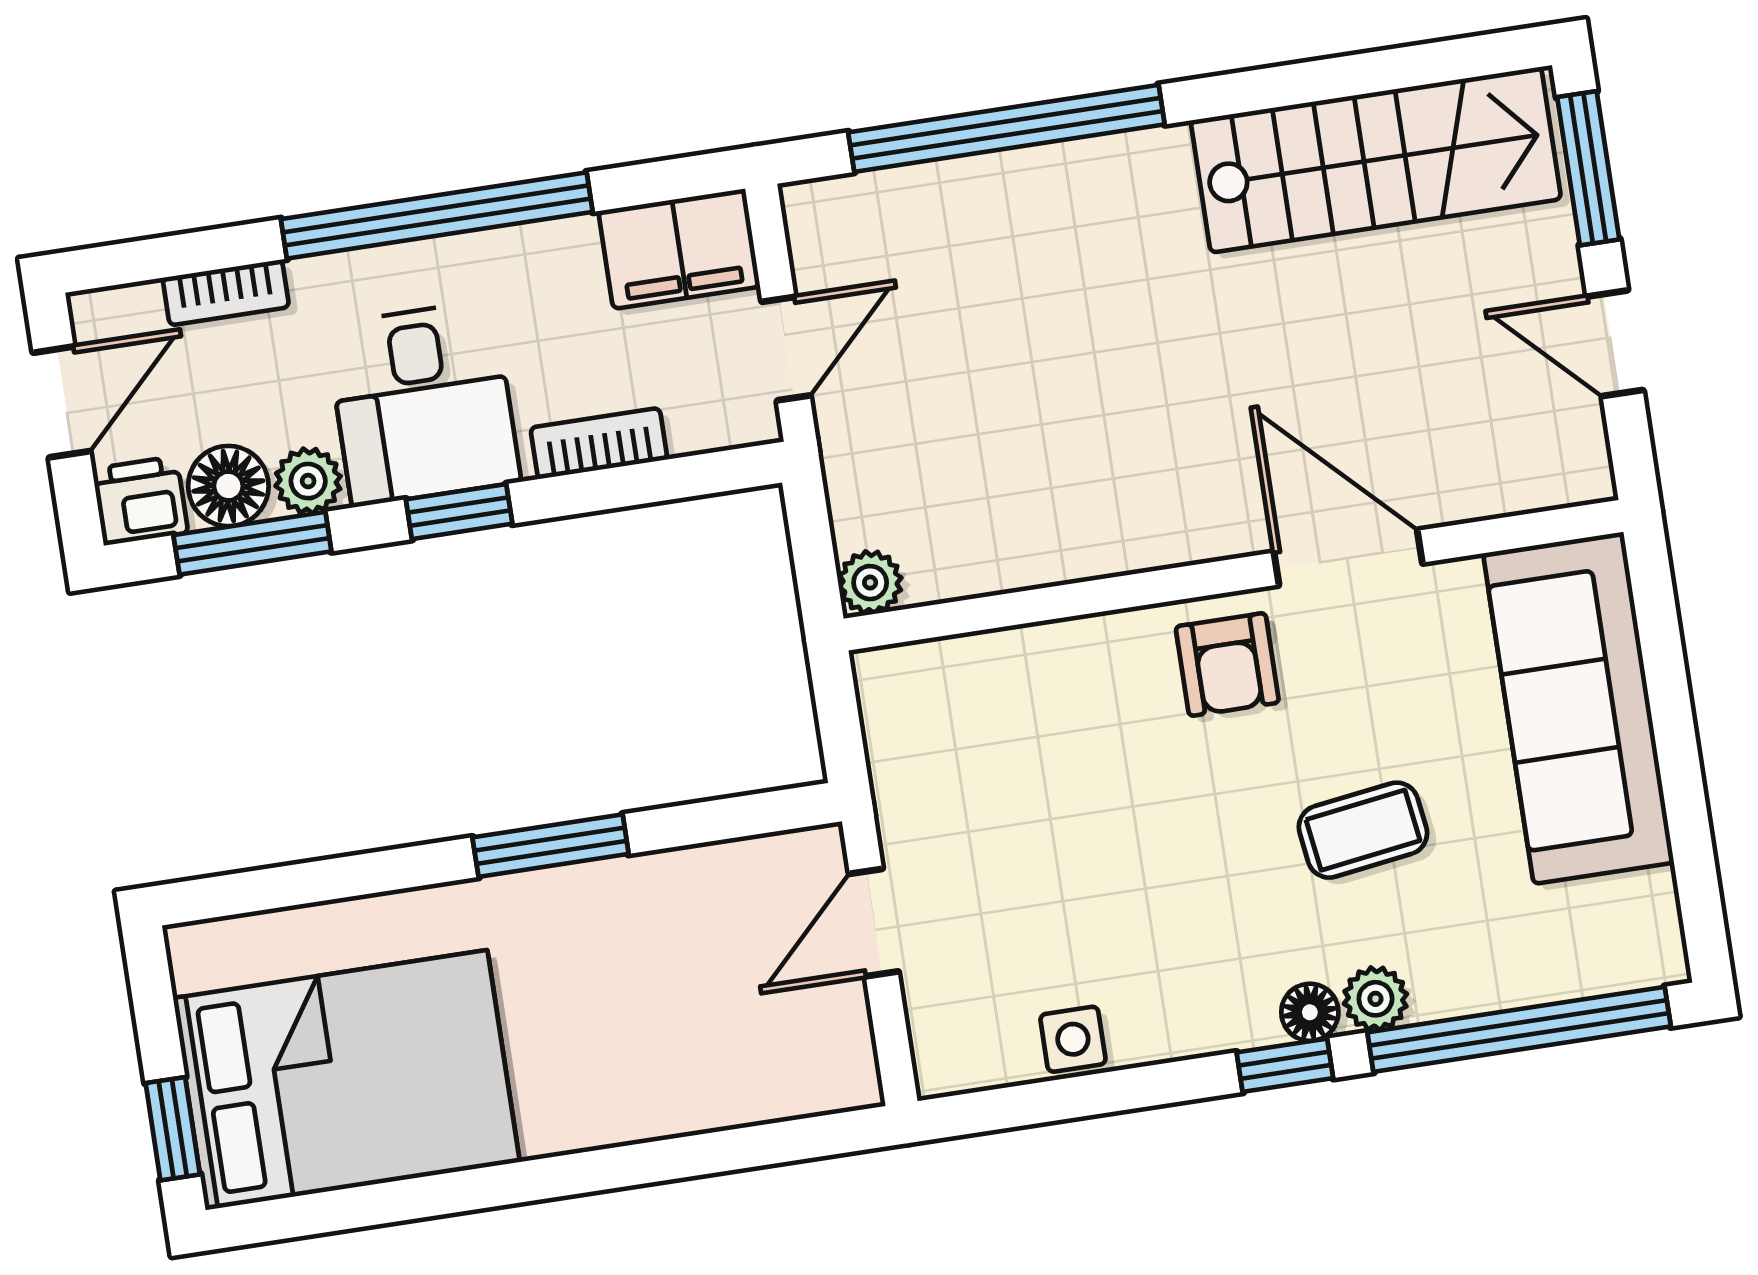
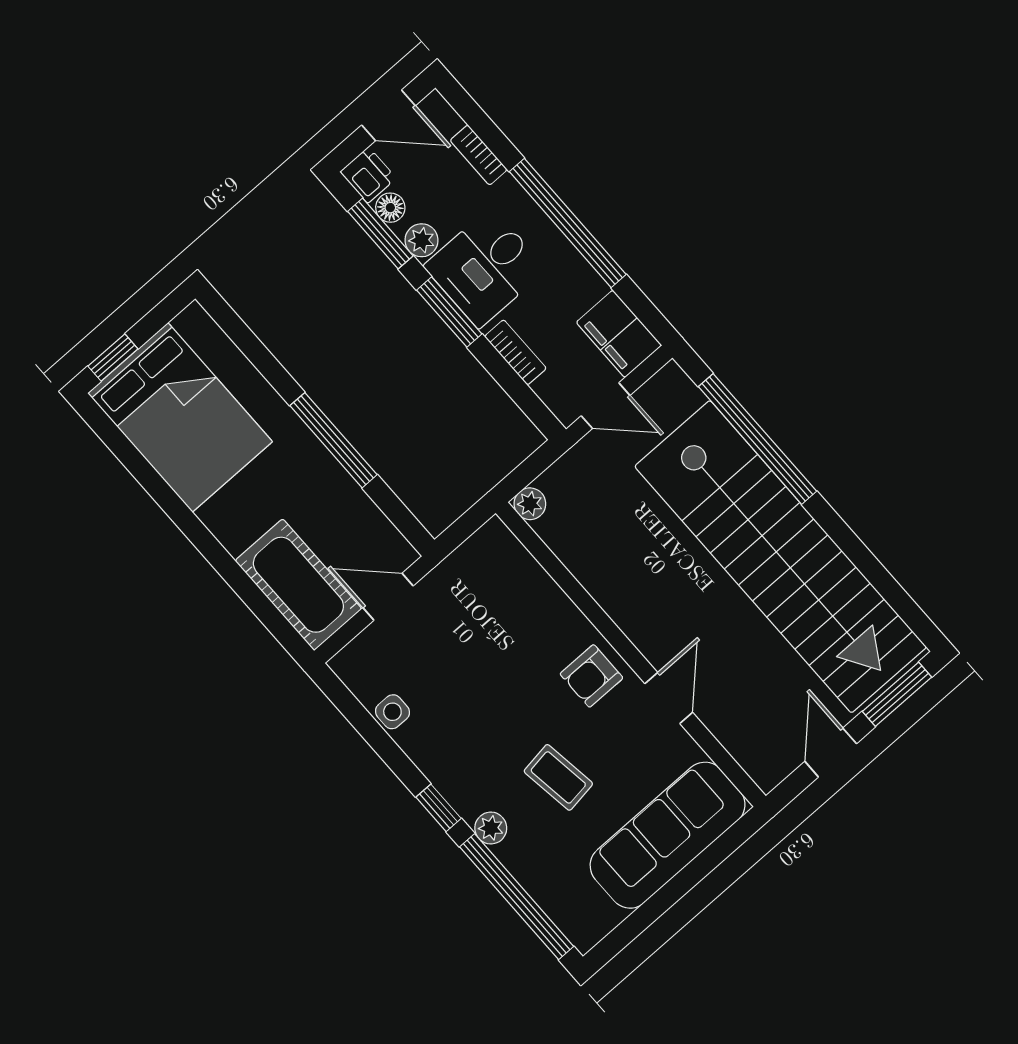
stairs: (1376, 160) -> (781, 557), width x1.86, depth x1.51
floor lamp: (228, 486) -> (390, 208), width x0.73, depth x0.73
window: (459, 512) -> (449, 312), width x1.50
door: (1348, 558) -> (669, 698), width x0.73
window: (551, 846) -> (333, 440), width x1.44
floor lamp: (1310, 1012) -> (467, 804), removed
cot: (757, 1061) -> (298, 585), added

